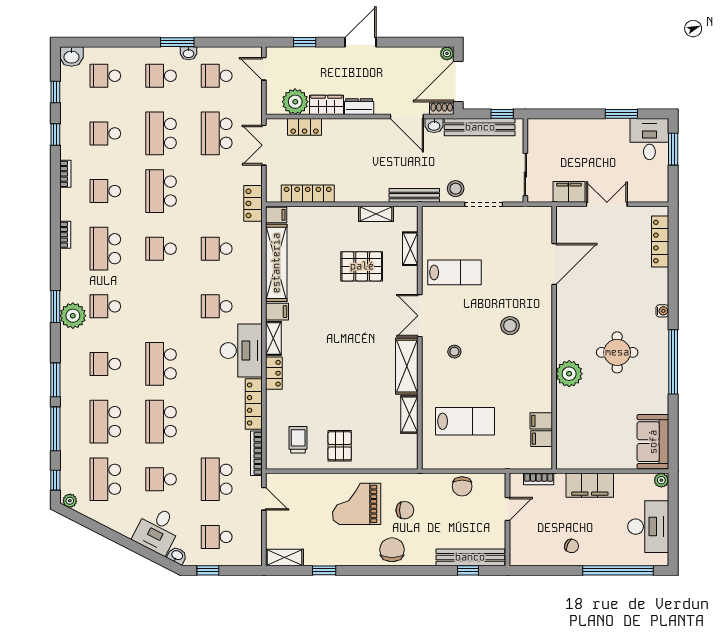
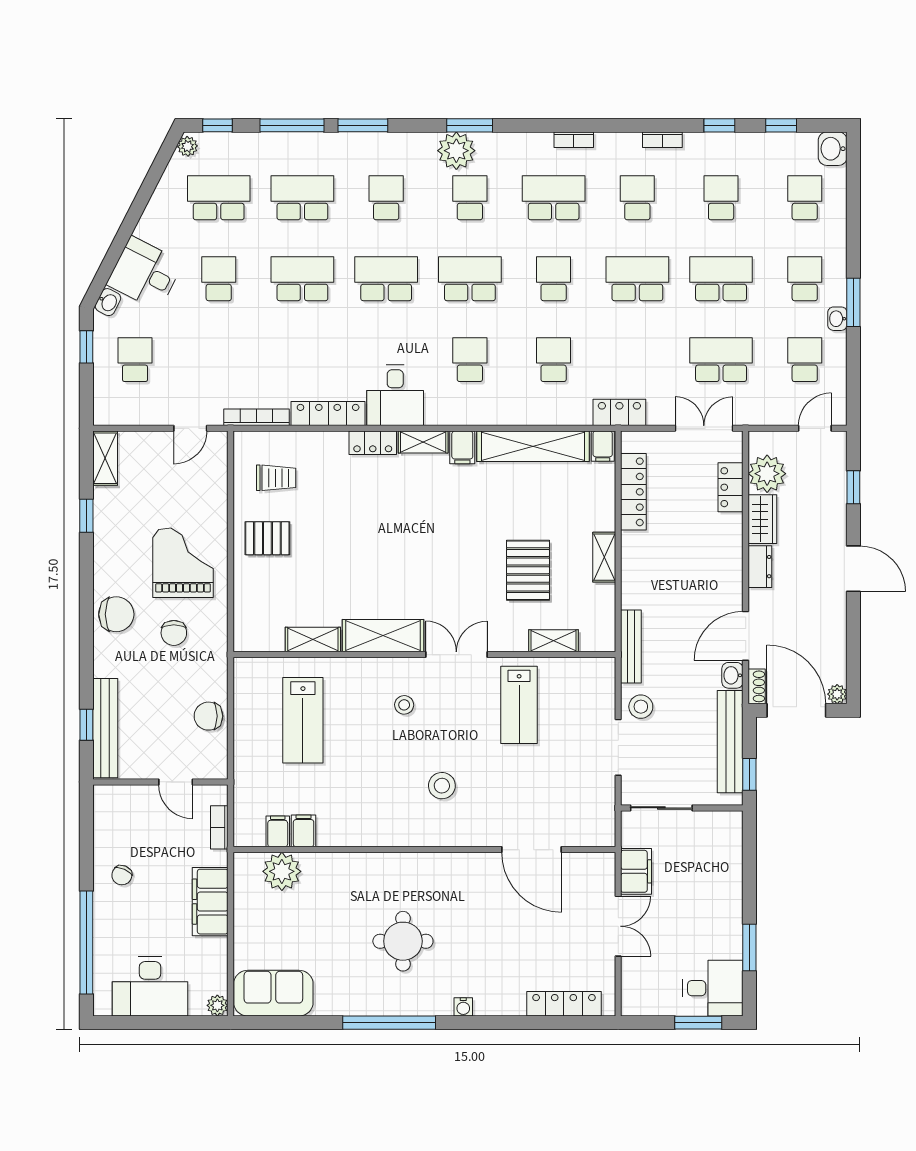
shelving: (376, 214) -> (604, 557), moved
desk: (241, 351) -> (395, 395), width x0.73
plant: (569, 374) -> (282, 871), moved
school desk: (217, 479) -> (470, 279), moved

